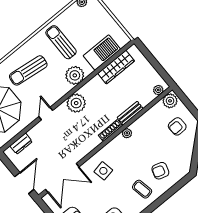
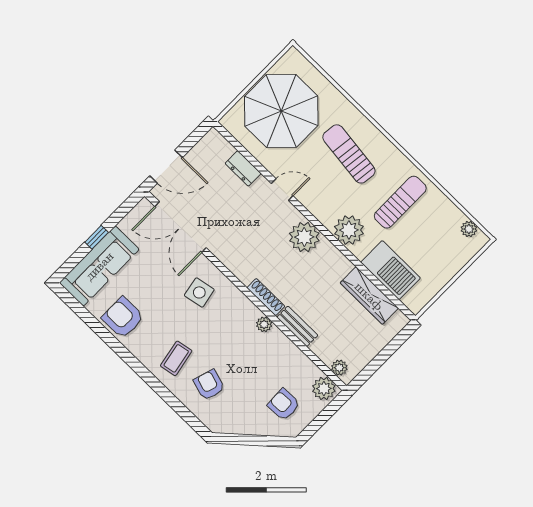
dresser: (21, 144) -> (243, 168), moved

